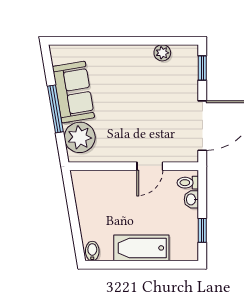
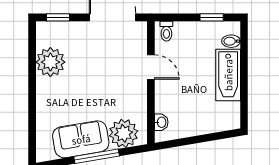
plant: (162, 53) -> (50, 62), width x1.87, depth x1.87
washbasin: (191, 199) -> (161, 122), moved, turned -90
bidet: (92, 251) -> (231, 41), moved

